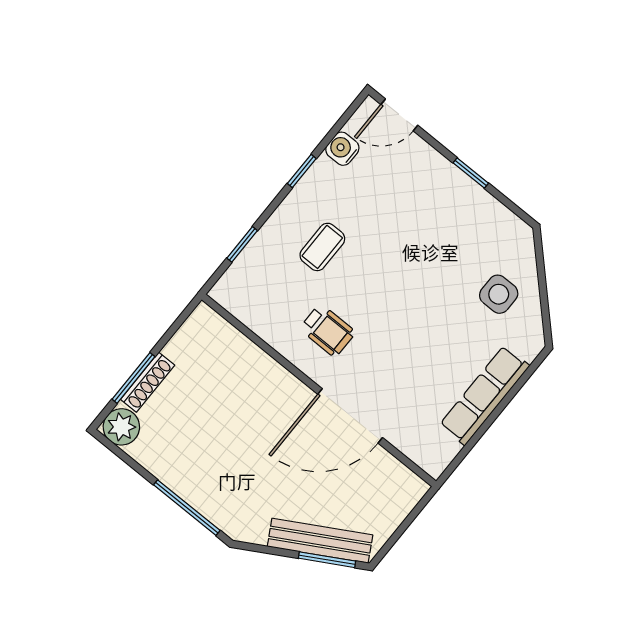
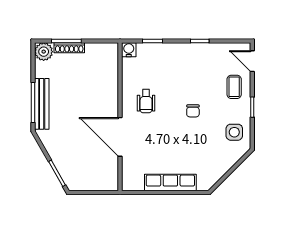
water cooler: (342, 149) -> (129, 50), moved
coffee table: (322, 247) -> (234, 87), moved, turned 90
chair: (402, 270) -> (193, 111), added
side table: (499, 294) -> (234, 132), moved
bench: (320, 541) -> (42, 104), moved, turned 30

